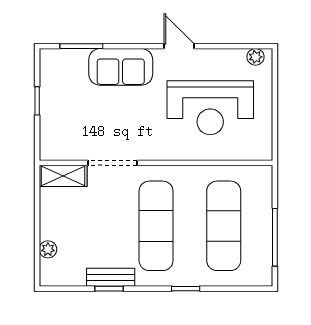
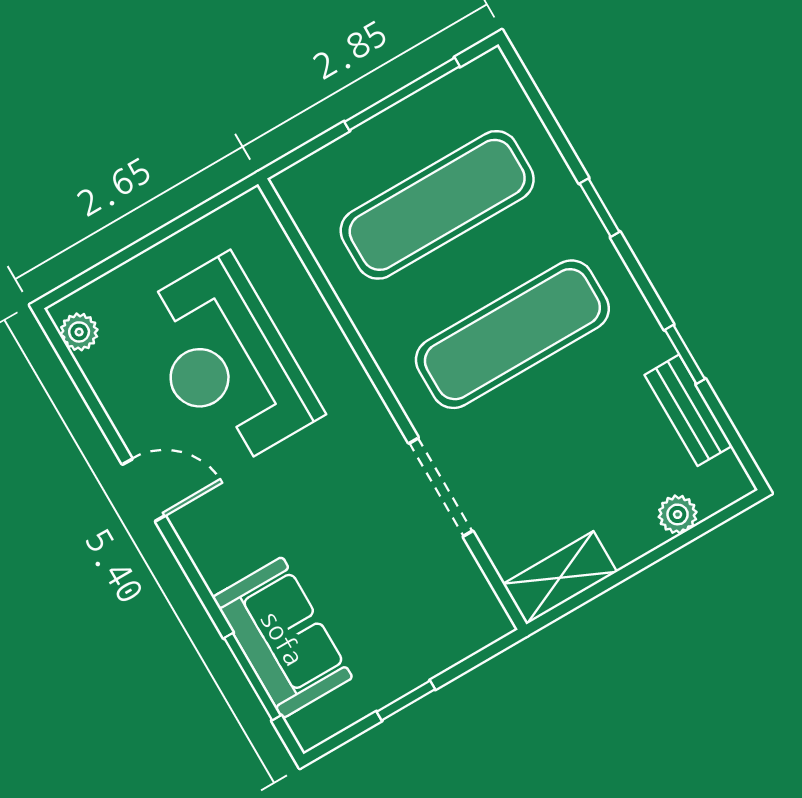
door: (179, 46) -> (144, 490), swing flipped
sofa: (121, 67) -> (282, 638), moved
reception desk: (210, 108) -> (226, 362), turned 180
shelving: (63, 176) -> (560, 578), moved, turned 90
bench: (111, 277) -> (688, 410), moved

